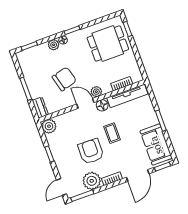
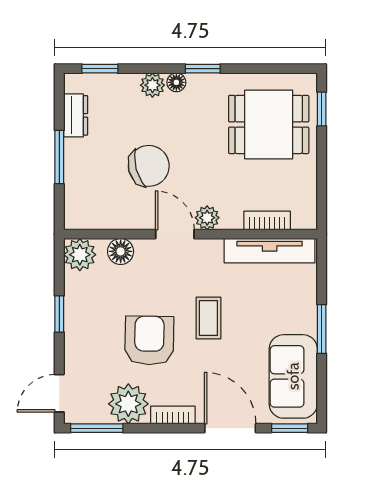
floor lamp: (102, 105) -> (121, 251), moved
dresser: (40, 108) -> (76, 115), moved
door: (138, 176) -> (230, 428), swing flipped

